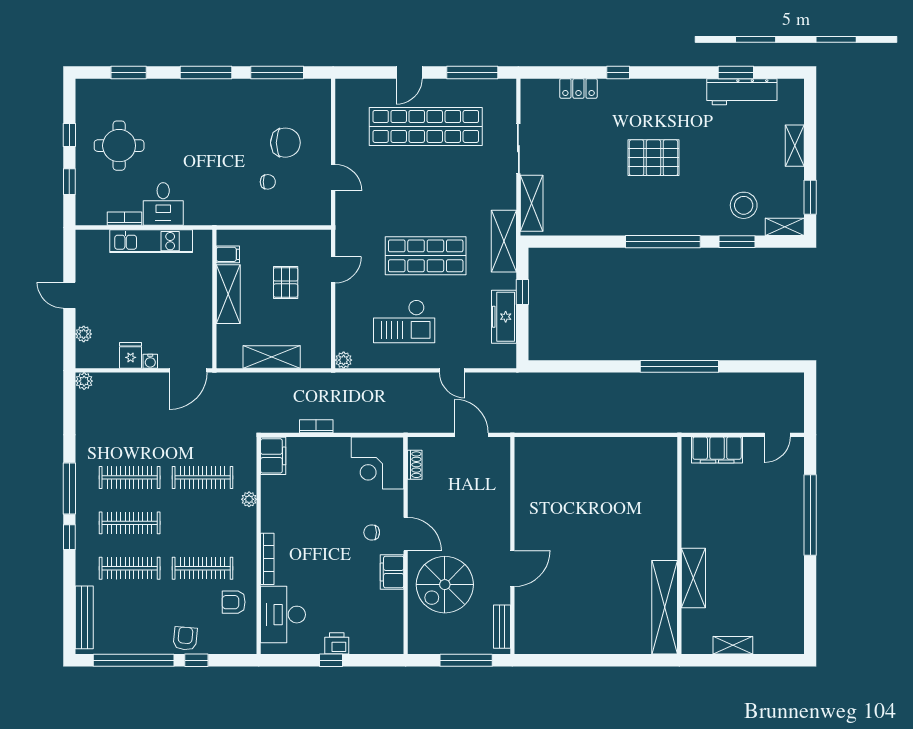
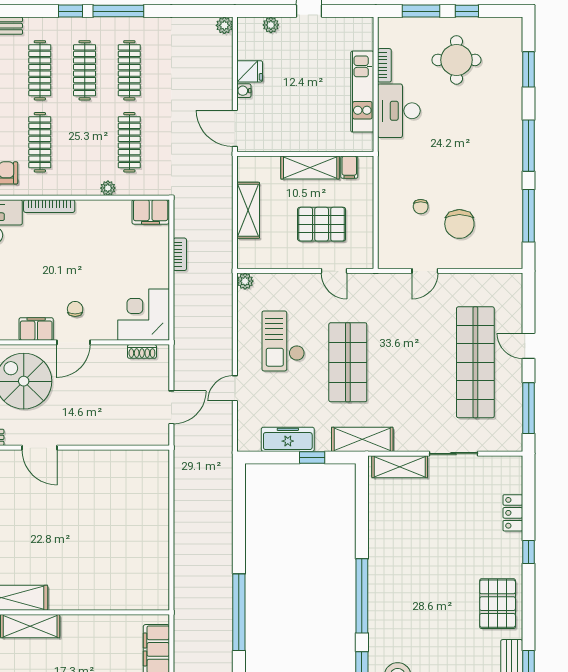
pallet: (653, 158) -> (498, 604), moved
window: (69, 182) -> (421, 11), width x1.50
desk: (163, 204) -> (399, 111), width x1.37
pallet: (286, 282) -> (322, 224), width x1.50, depth x1.42

